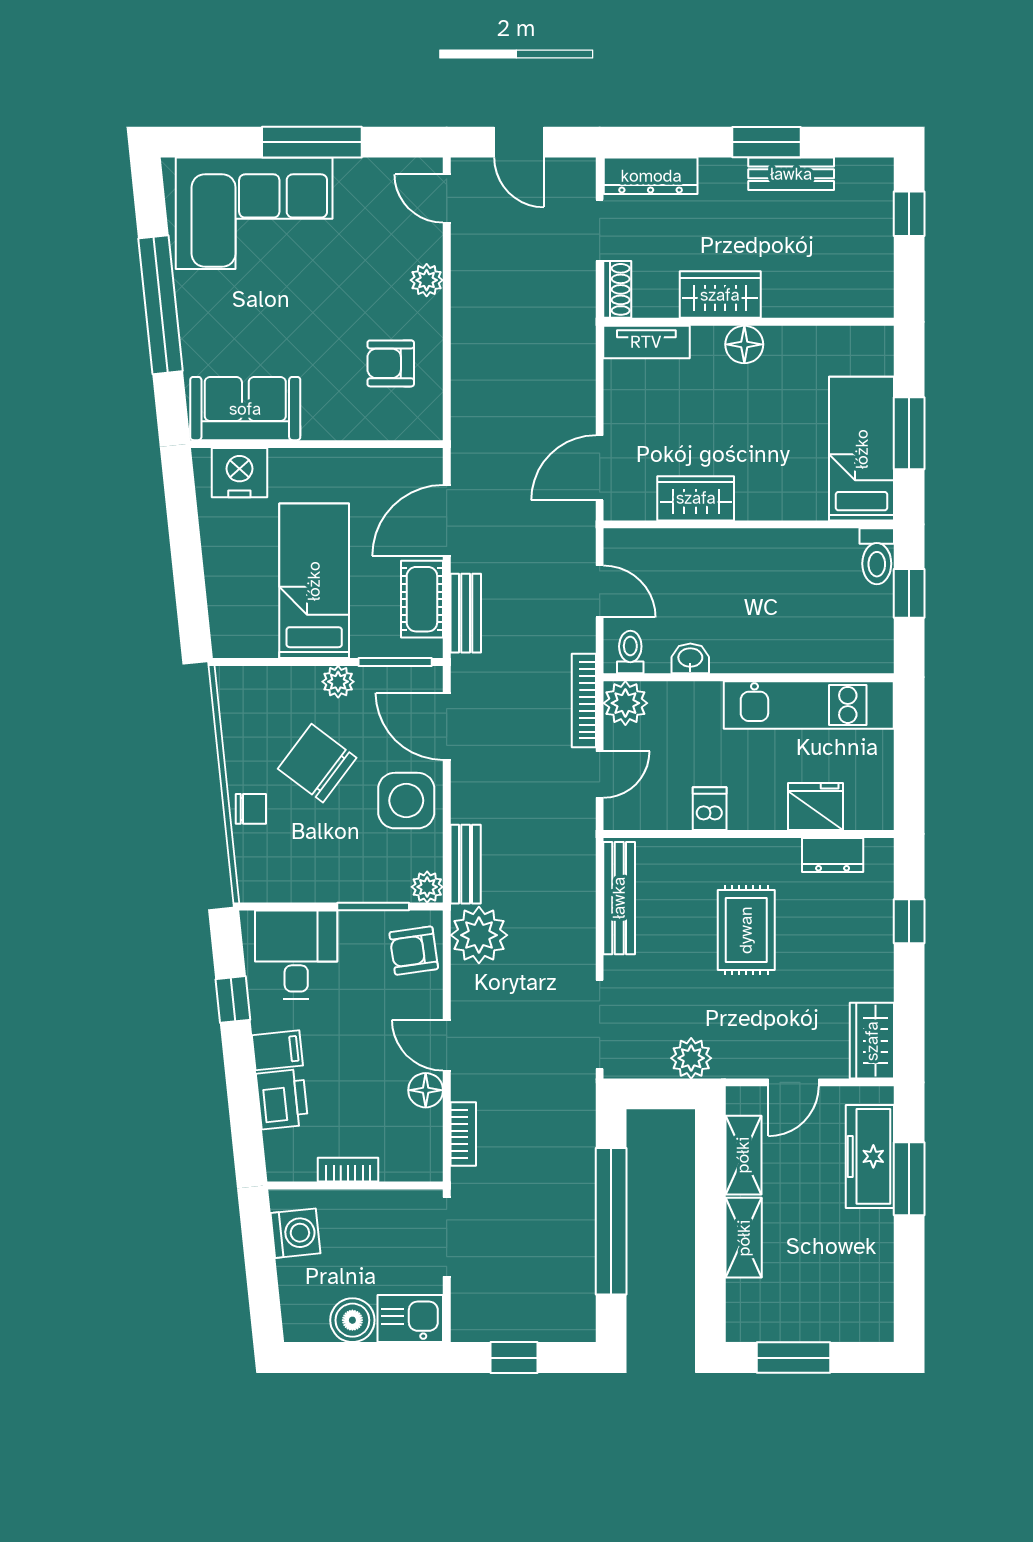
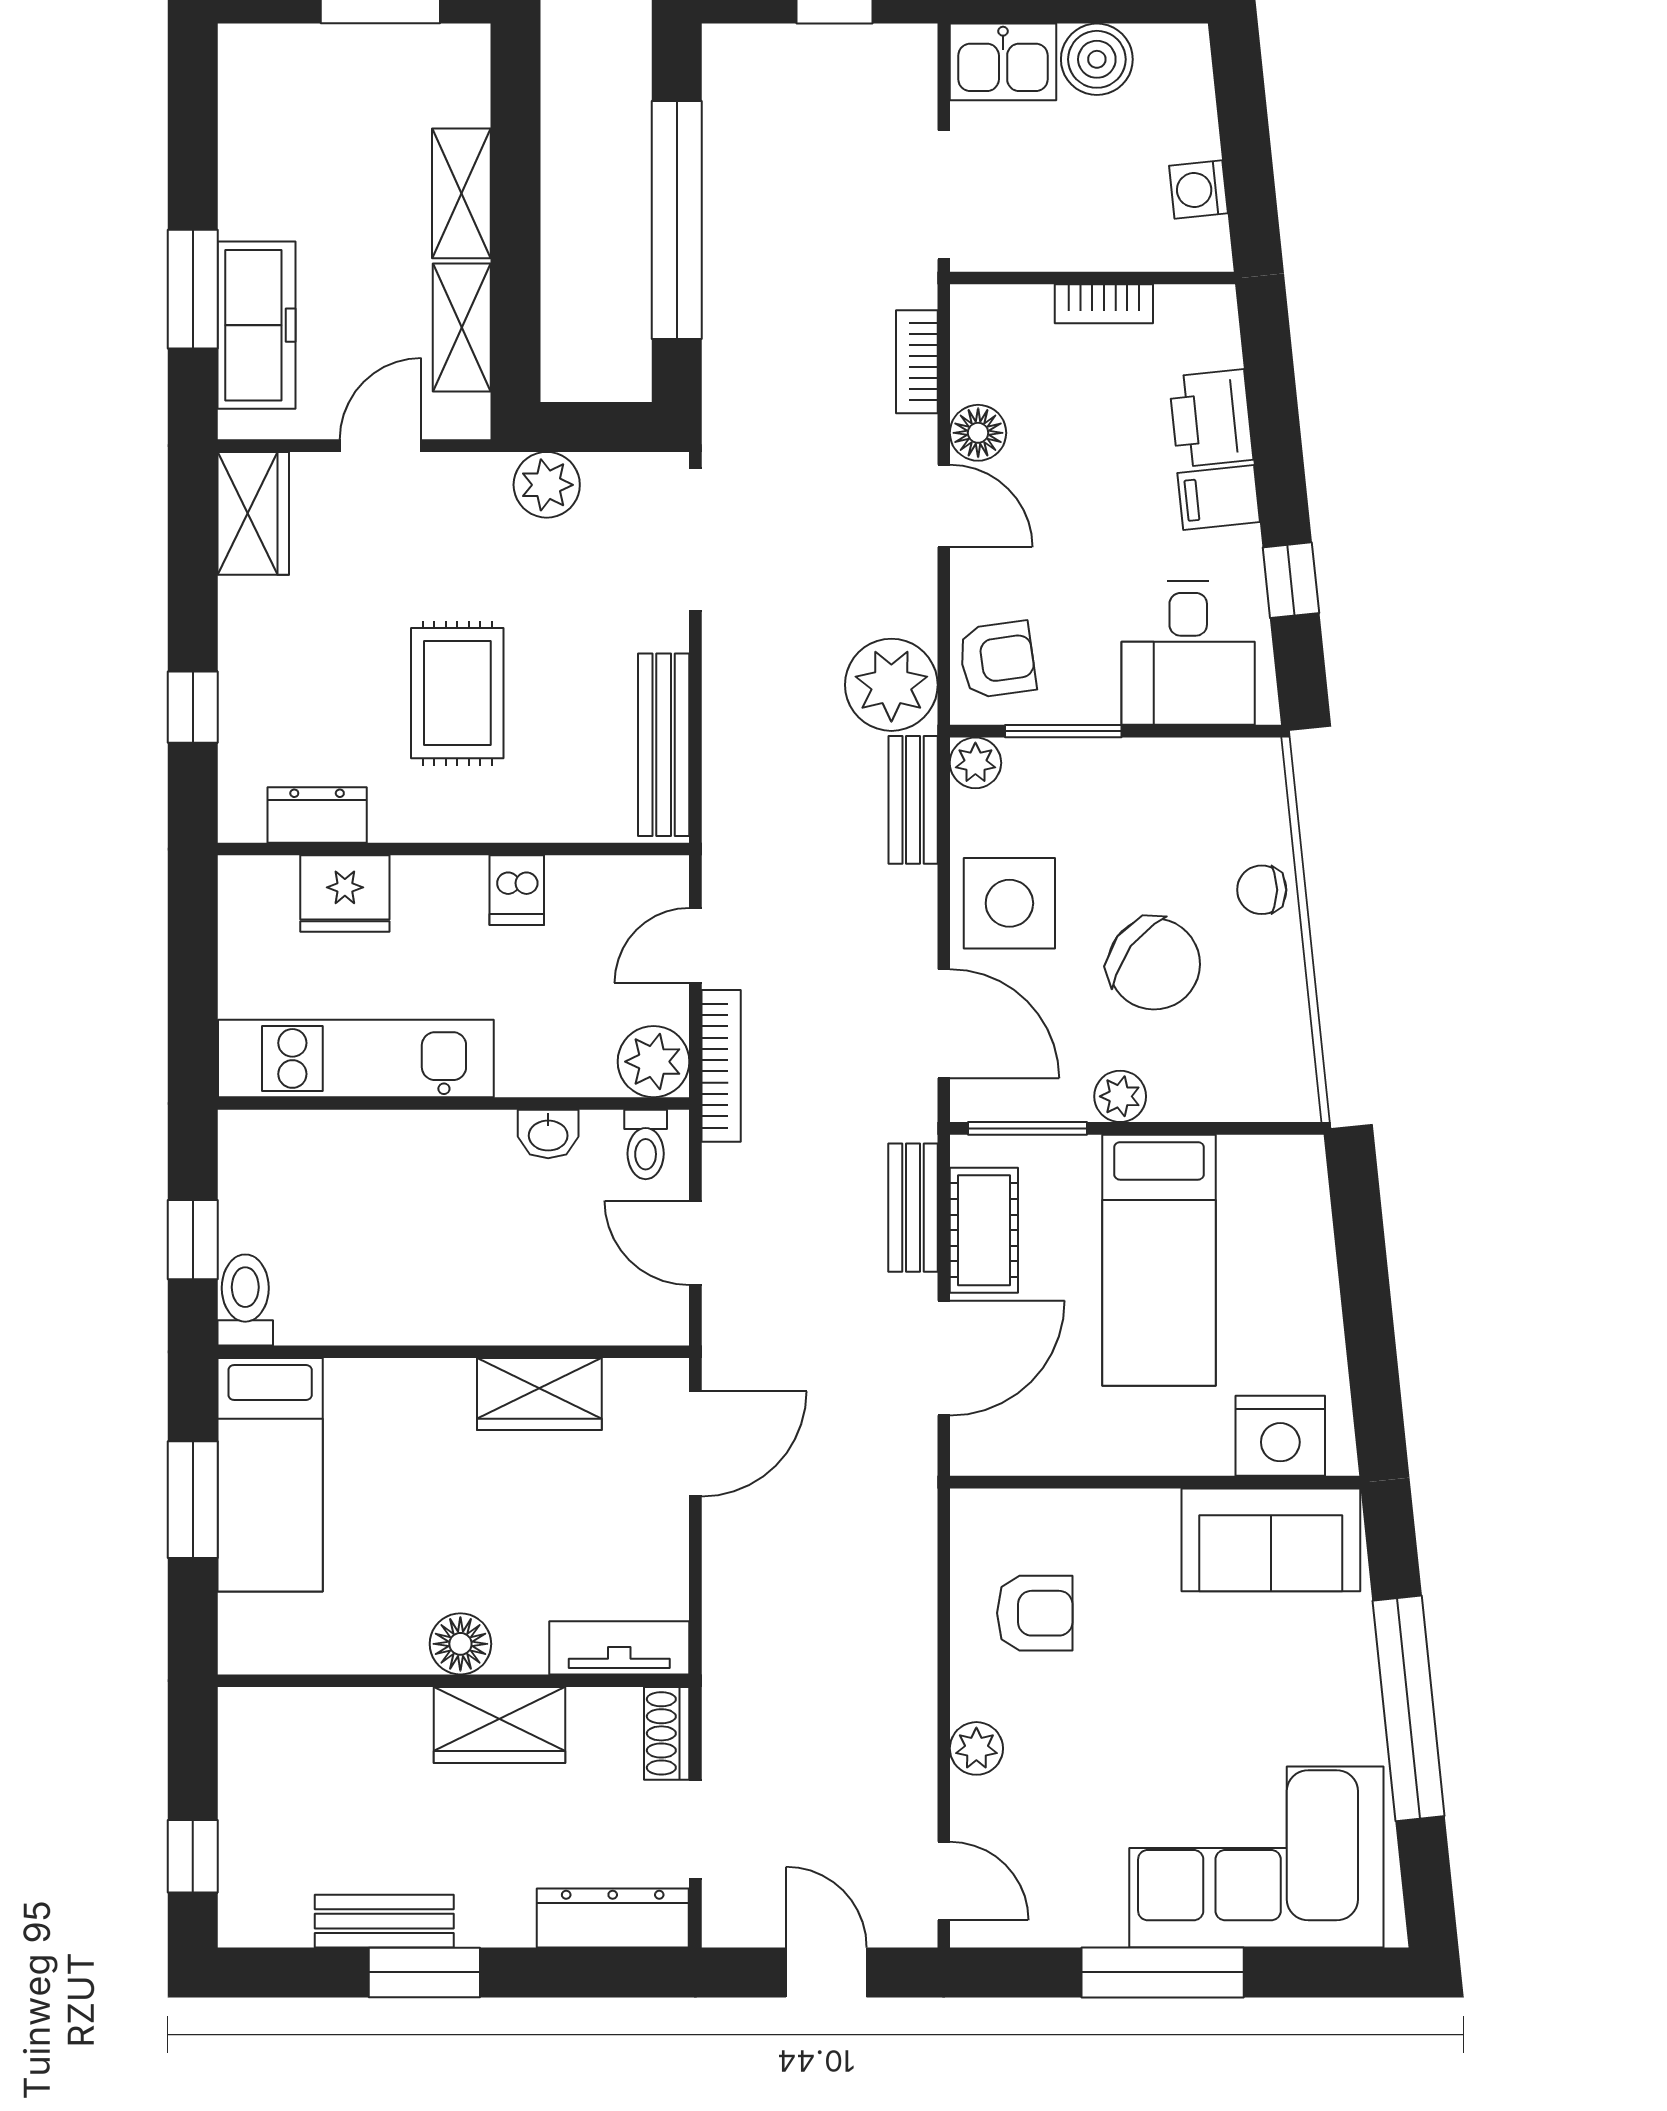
washing machine: (295, 1233) -> (1198, 190), width x0.73, depth x0.73

